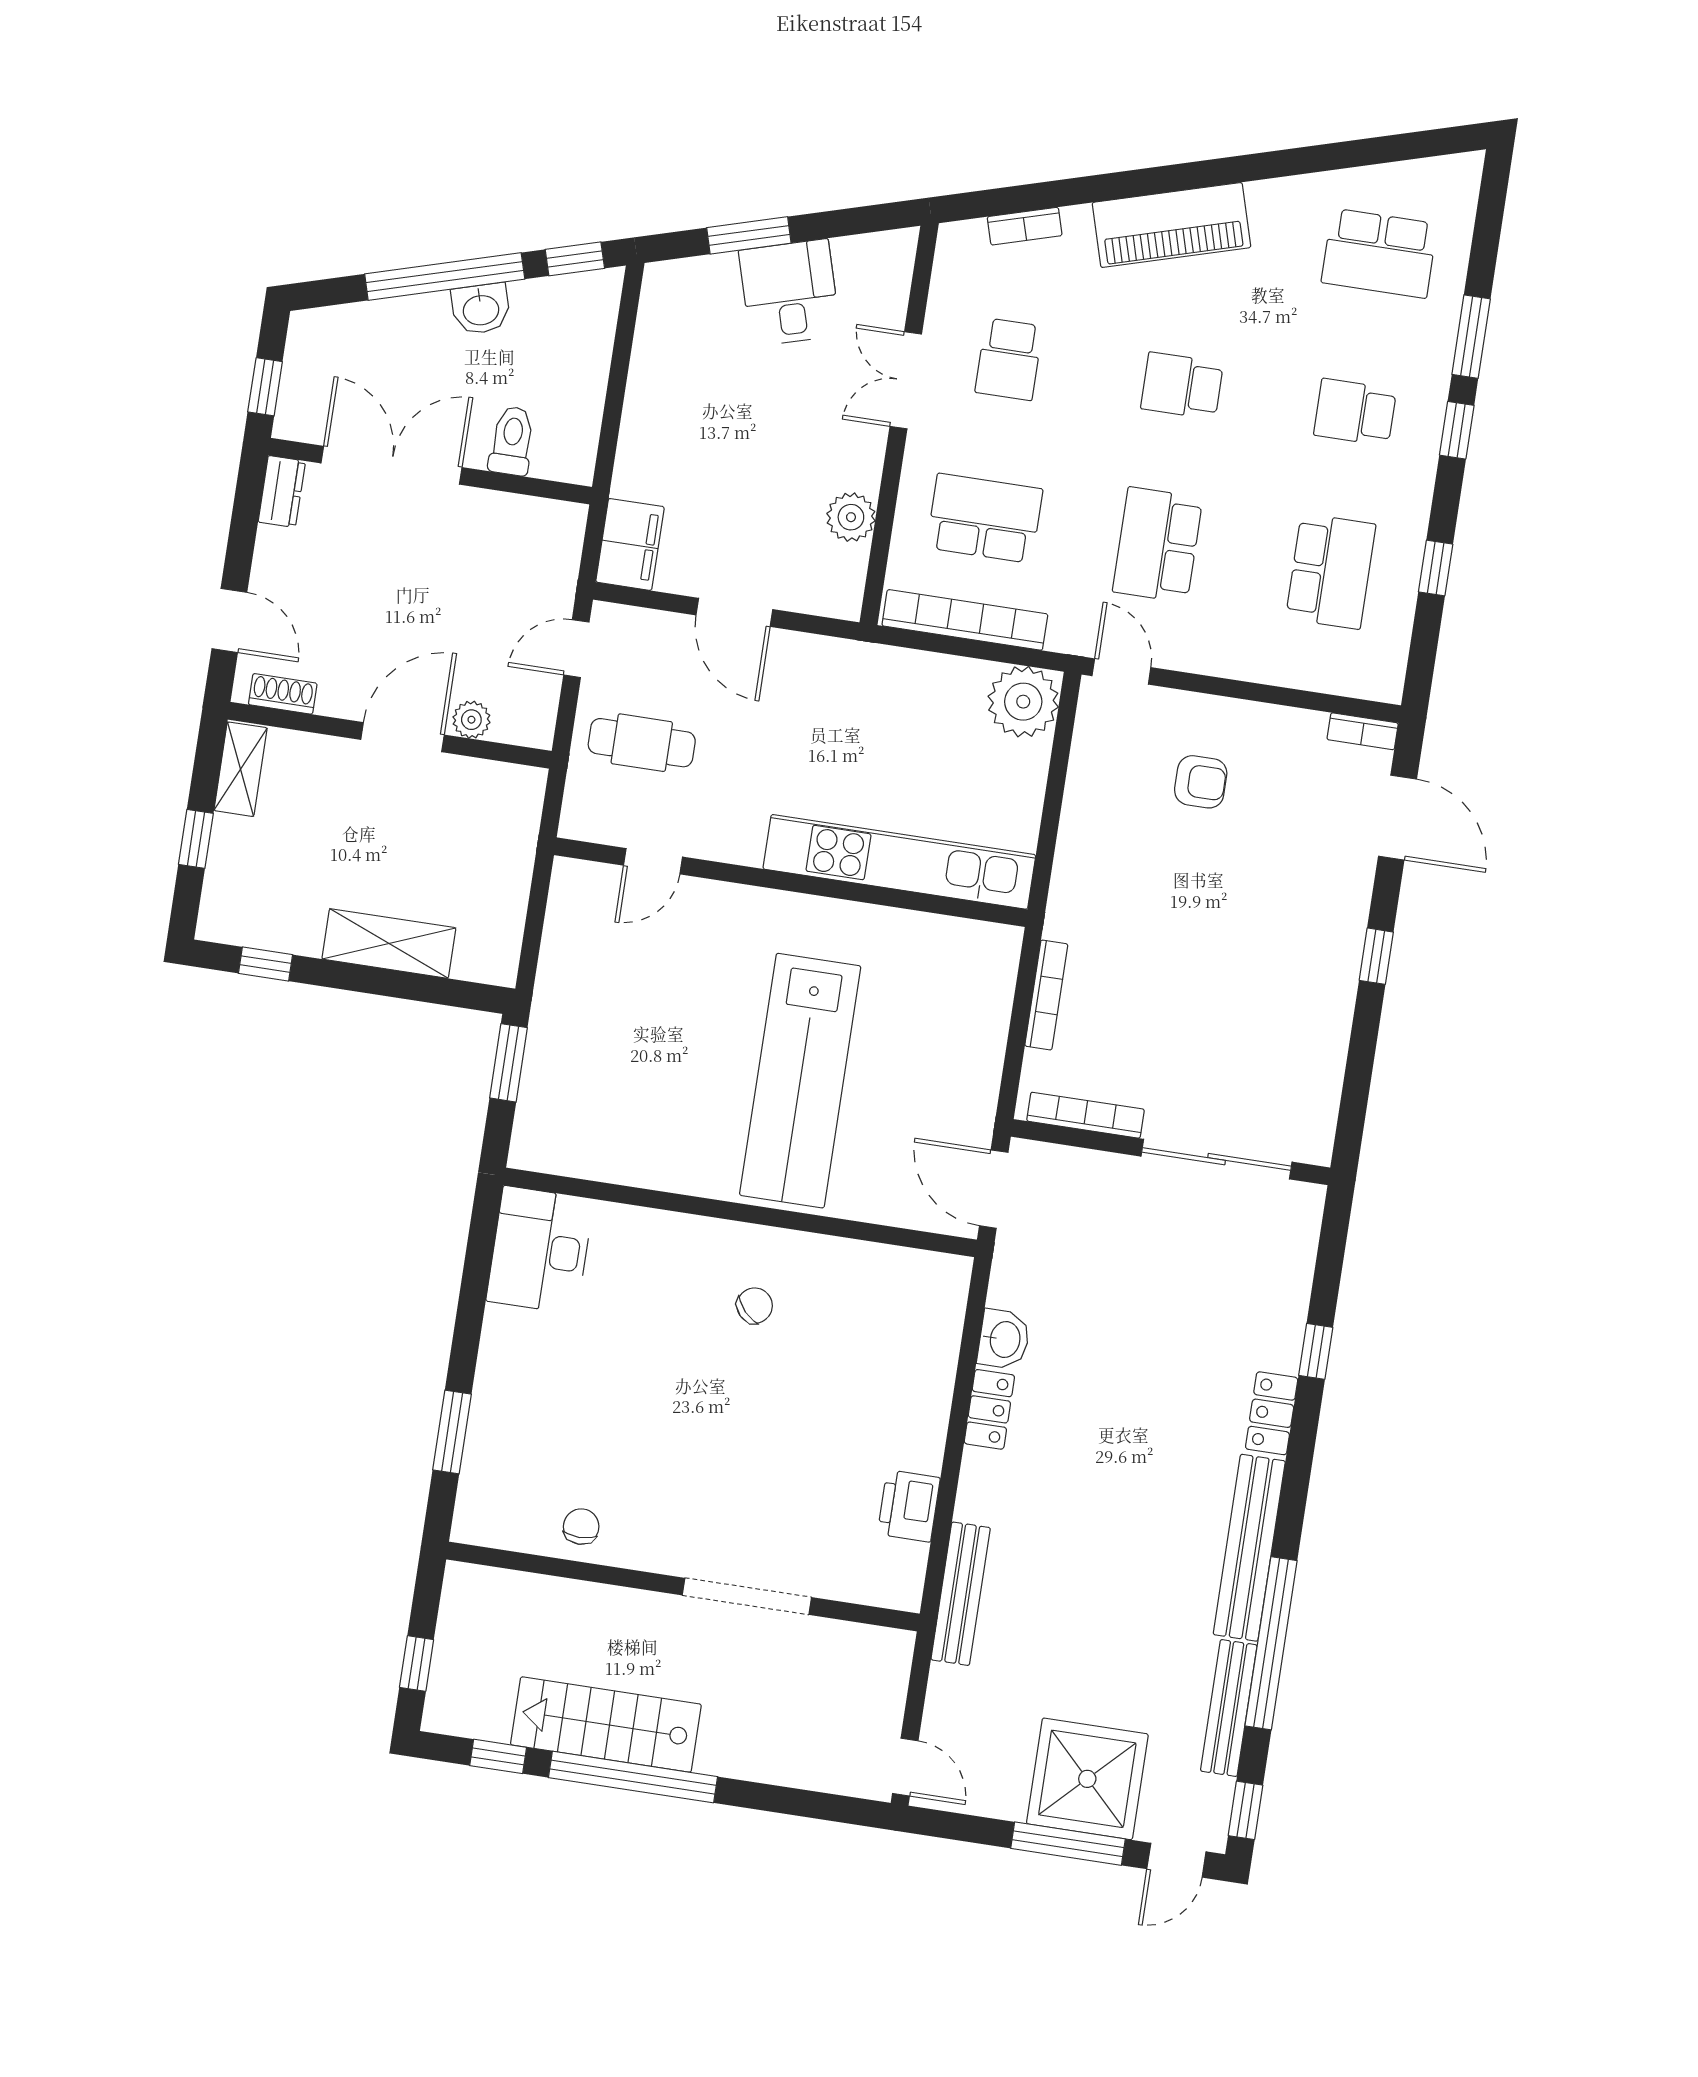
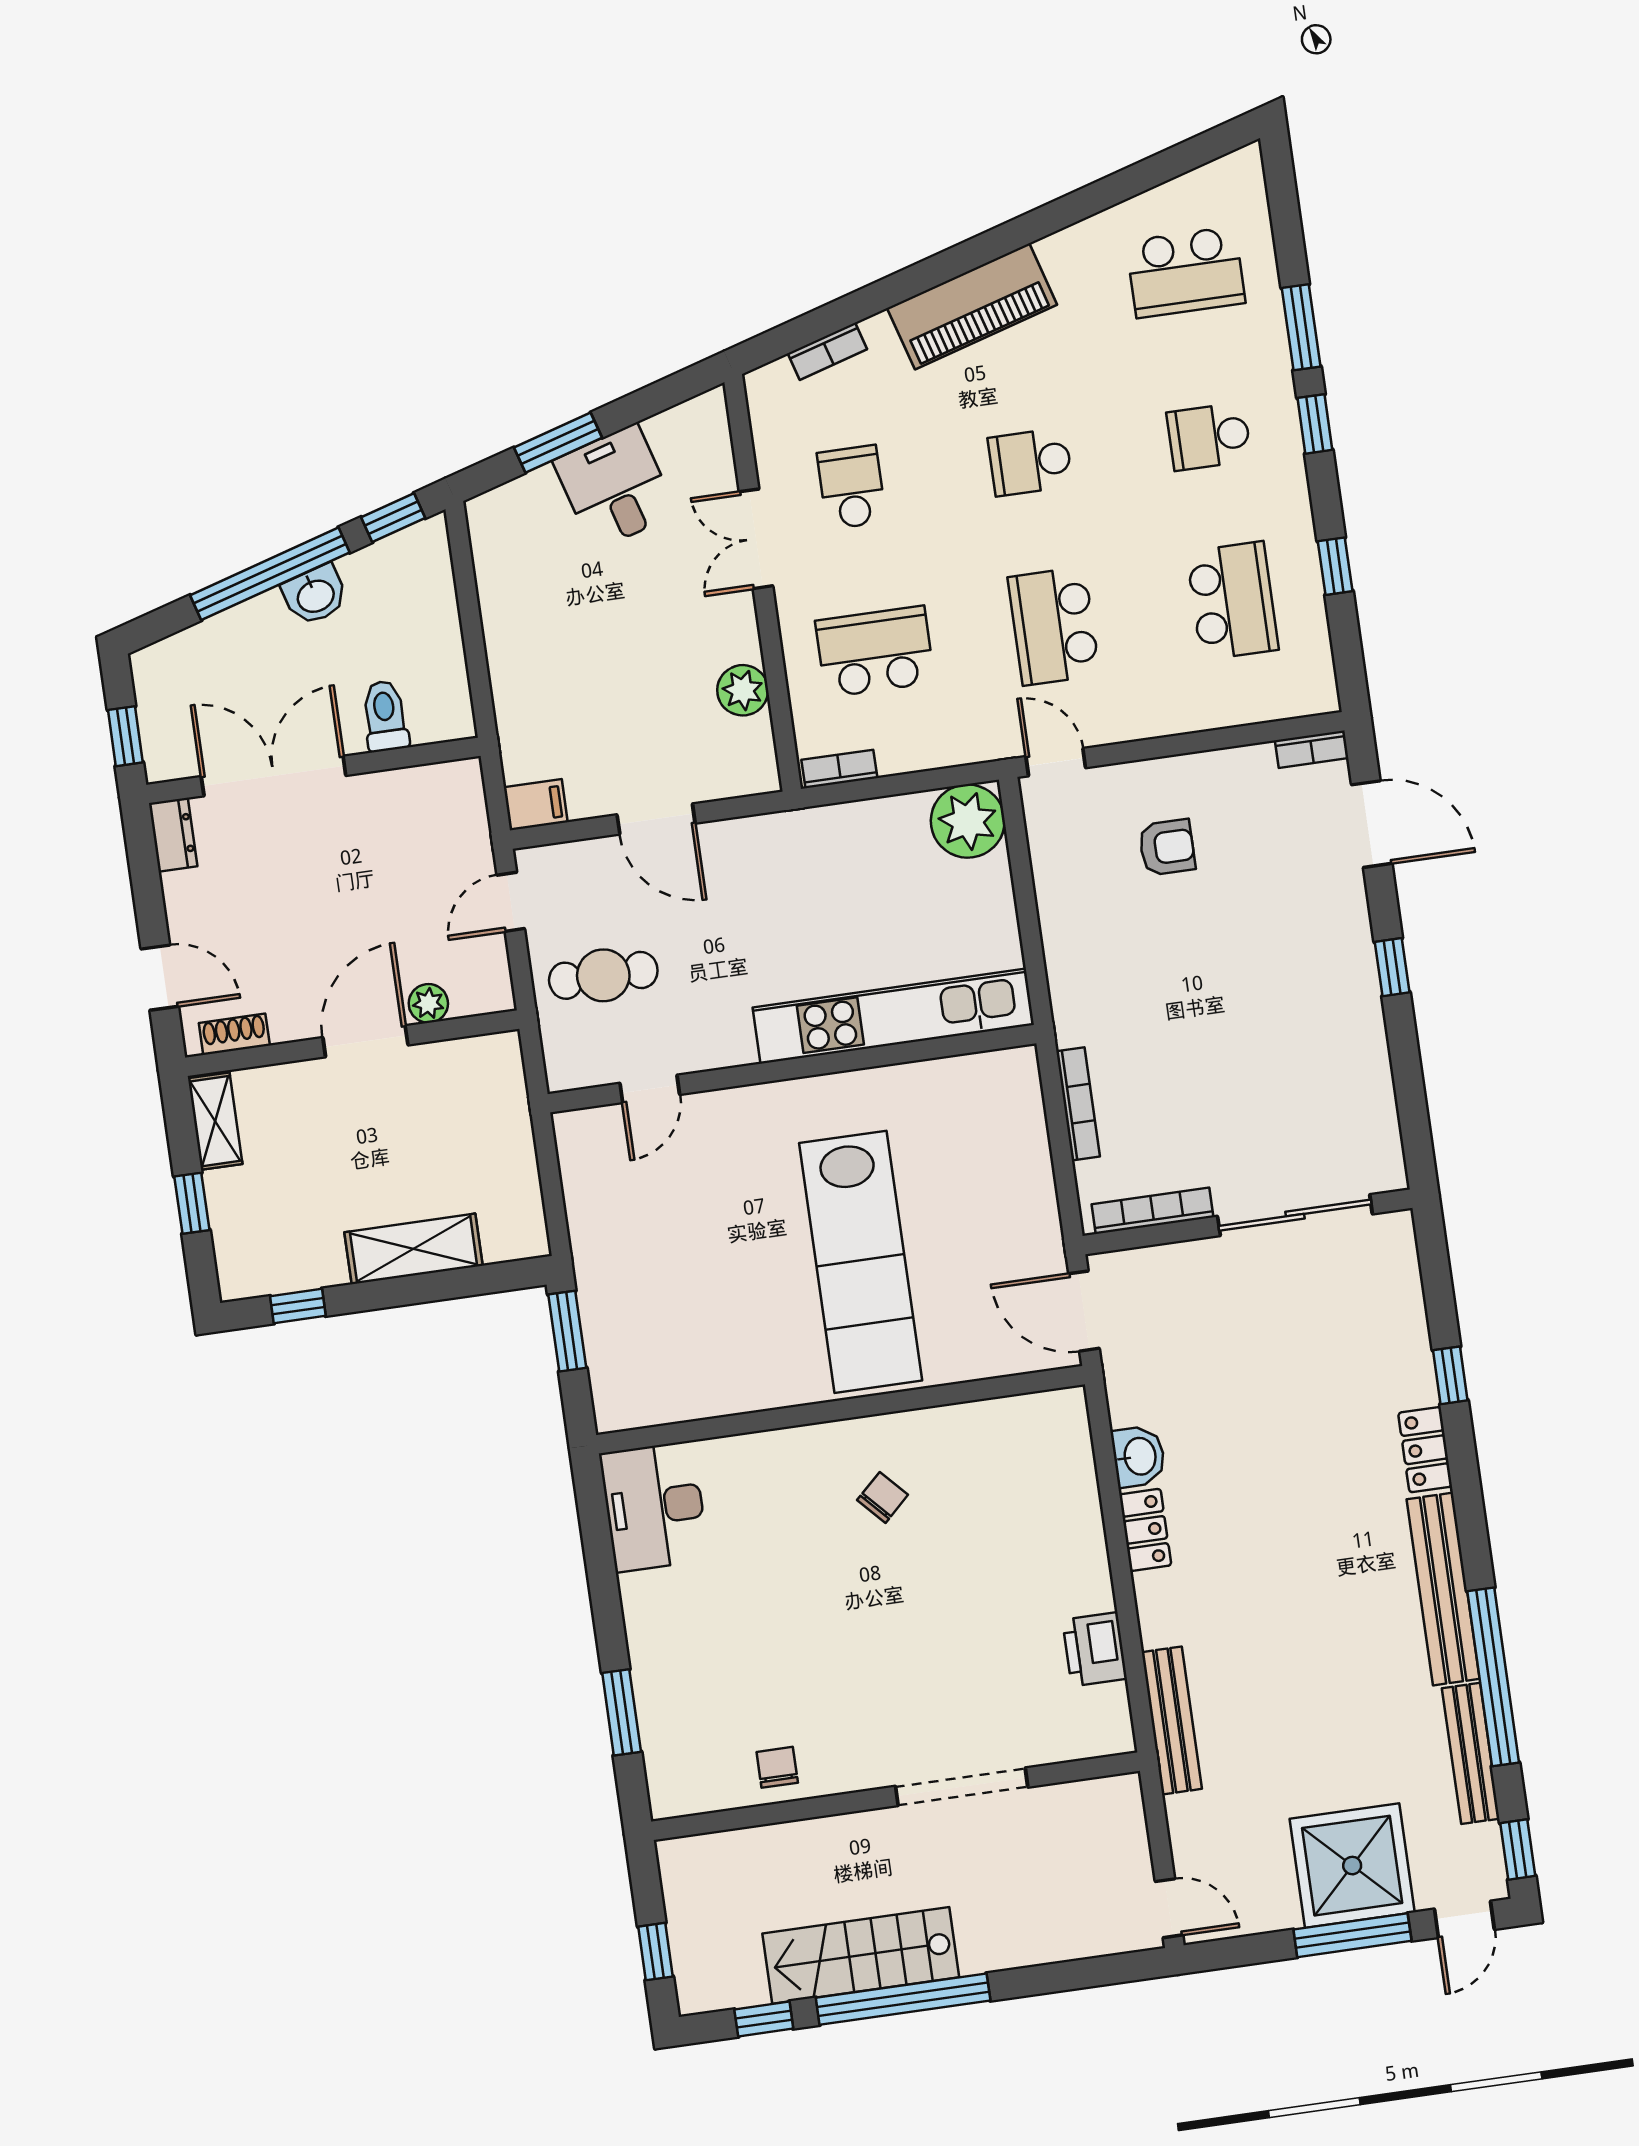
school desk: (1009, 359) -> (852, 487), turned 180
filing cabinet: (630, 544) -> (536, 805), width x0.50
bookcase: (965, 620) -> (839, 769), width x0.43, depth x0.76

